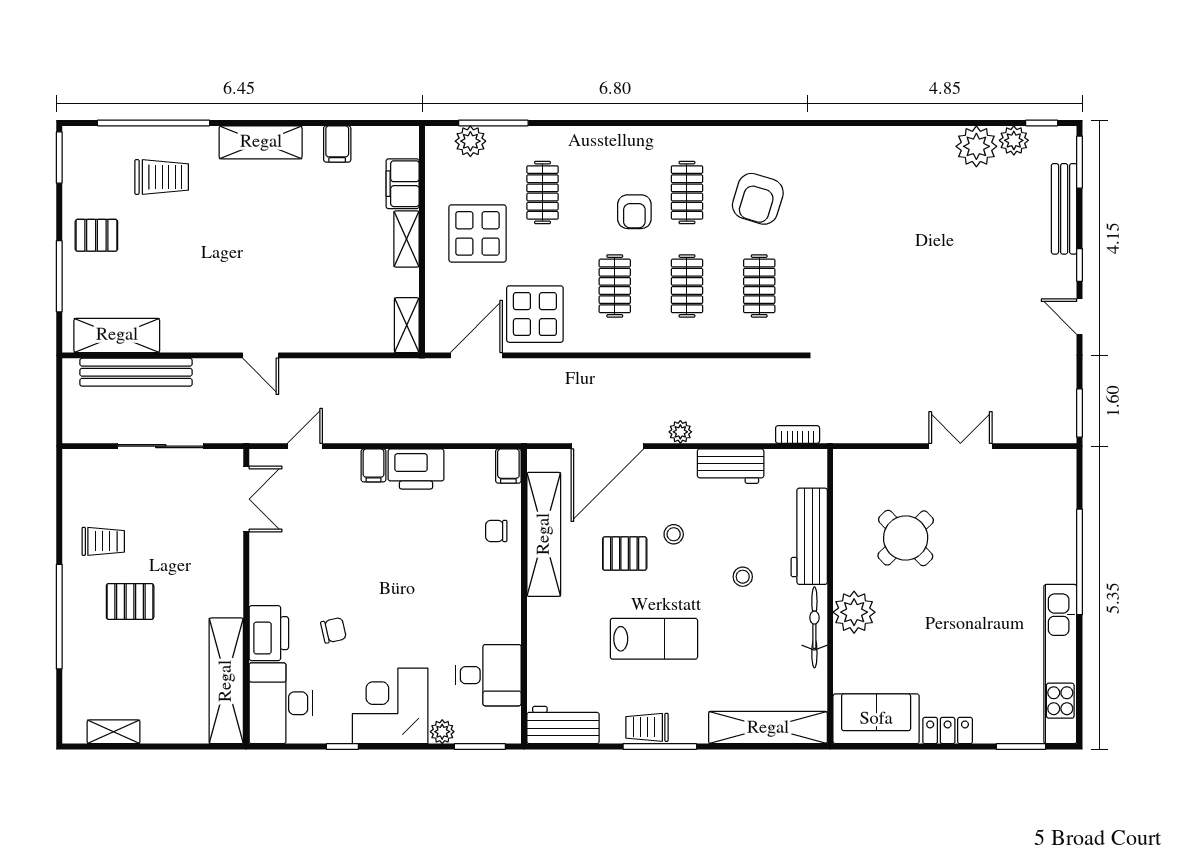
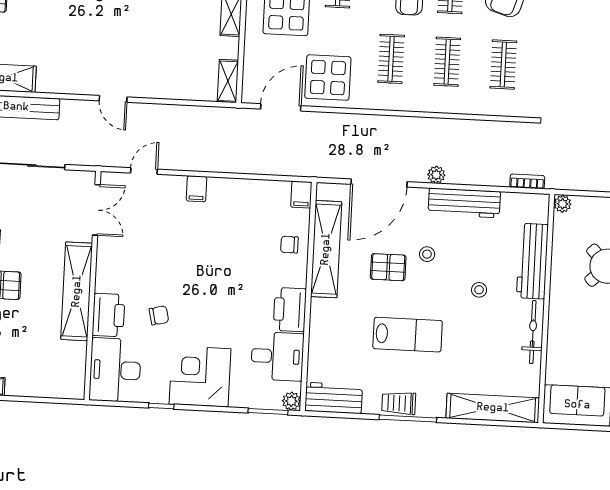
workbench: (731, 466) -> (464, 203), width x1.38
printer: (416, 469) -> (290, 310), moved, turned 90
plant: (854, 612) -> (562, 204), moved, width x0.53, depth x0.53
shelving: (226, 681) -> (77, 291), moved
plant: (442, 732) -> (291, 401), moved

